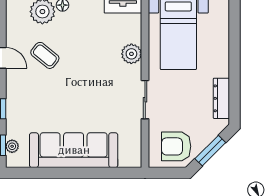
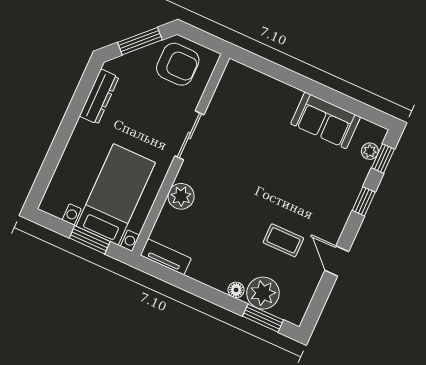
coffee table: (45, 55) -> (283, 240), turned -39
sofa: (74, 150) -> (326, 120), width x0.54, depth x0.79

